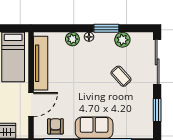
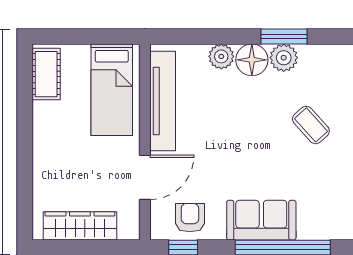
floor lamp: (89, 37) -> (252, 60), width x1.89, depth x1.89
plant: (122, 40) -> (284, 58), moved

